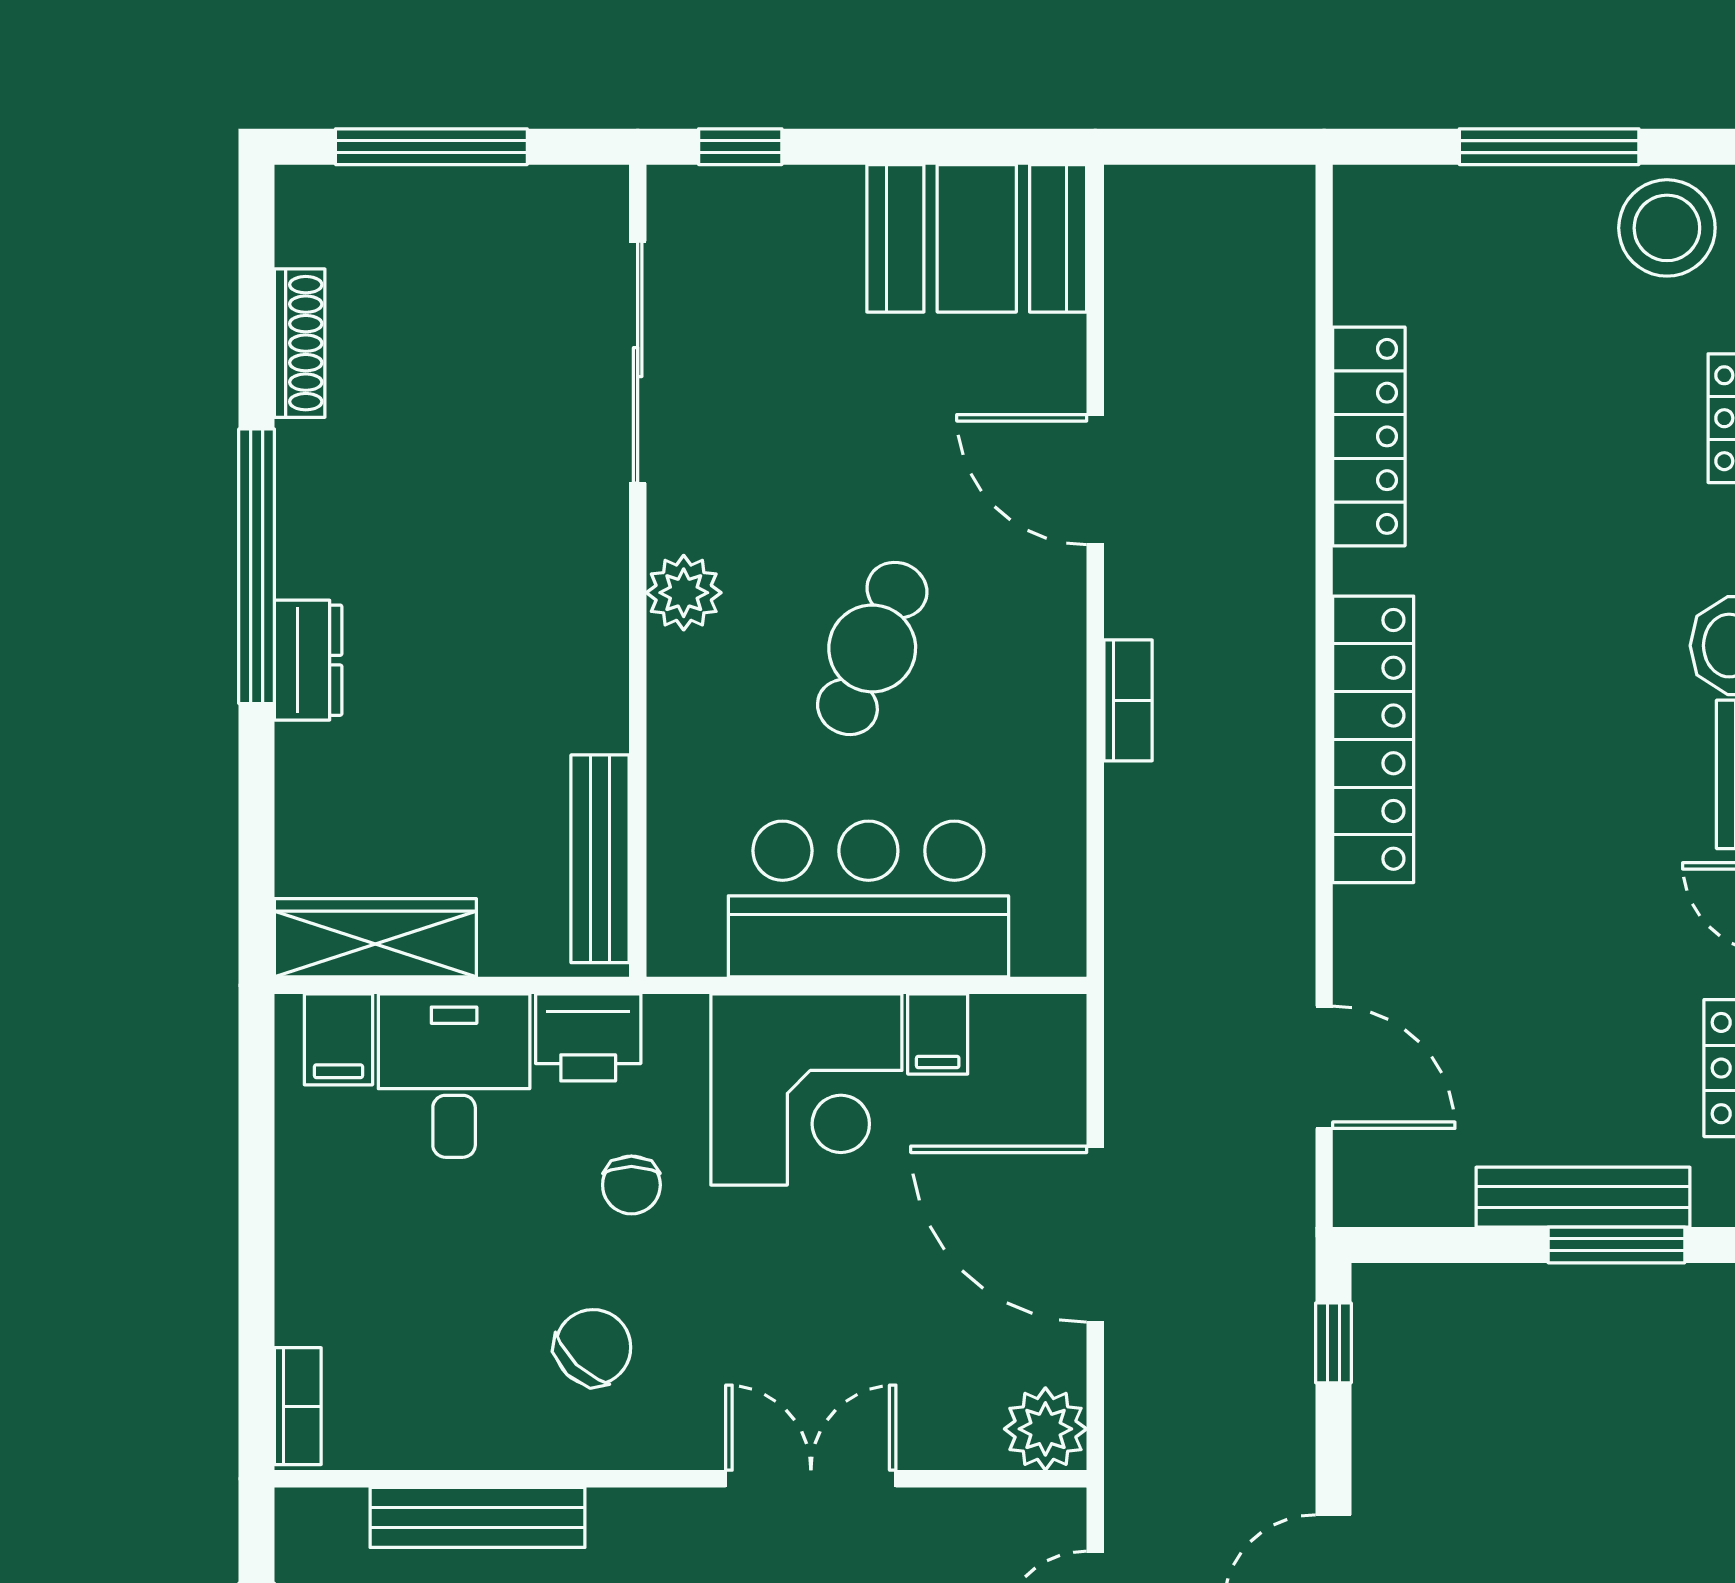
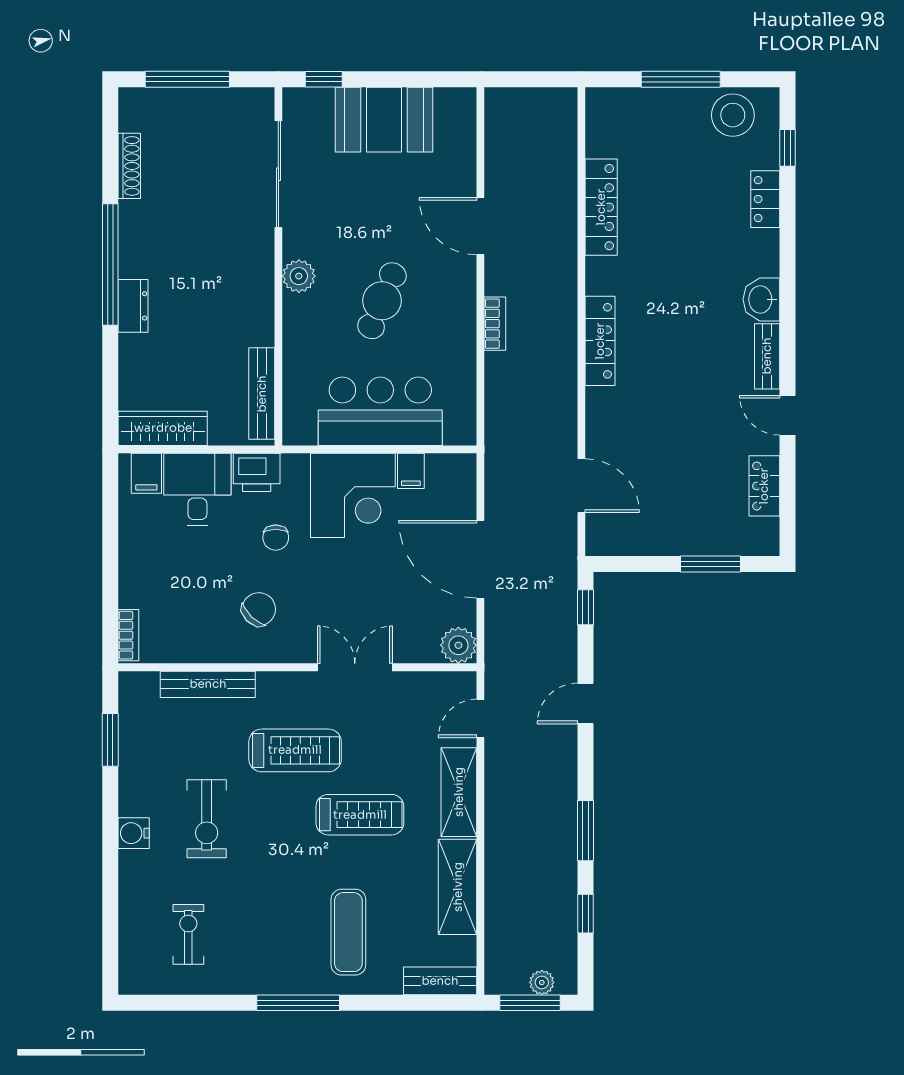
booth: (977, 238) -> (384, 120), moved
locker: (1373, 739) -> (600, 341), width x0.71, depth x0.83
bench: (1583, 1197) -> (696, 543), removed

